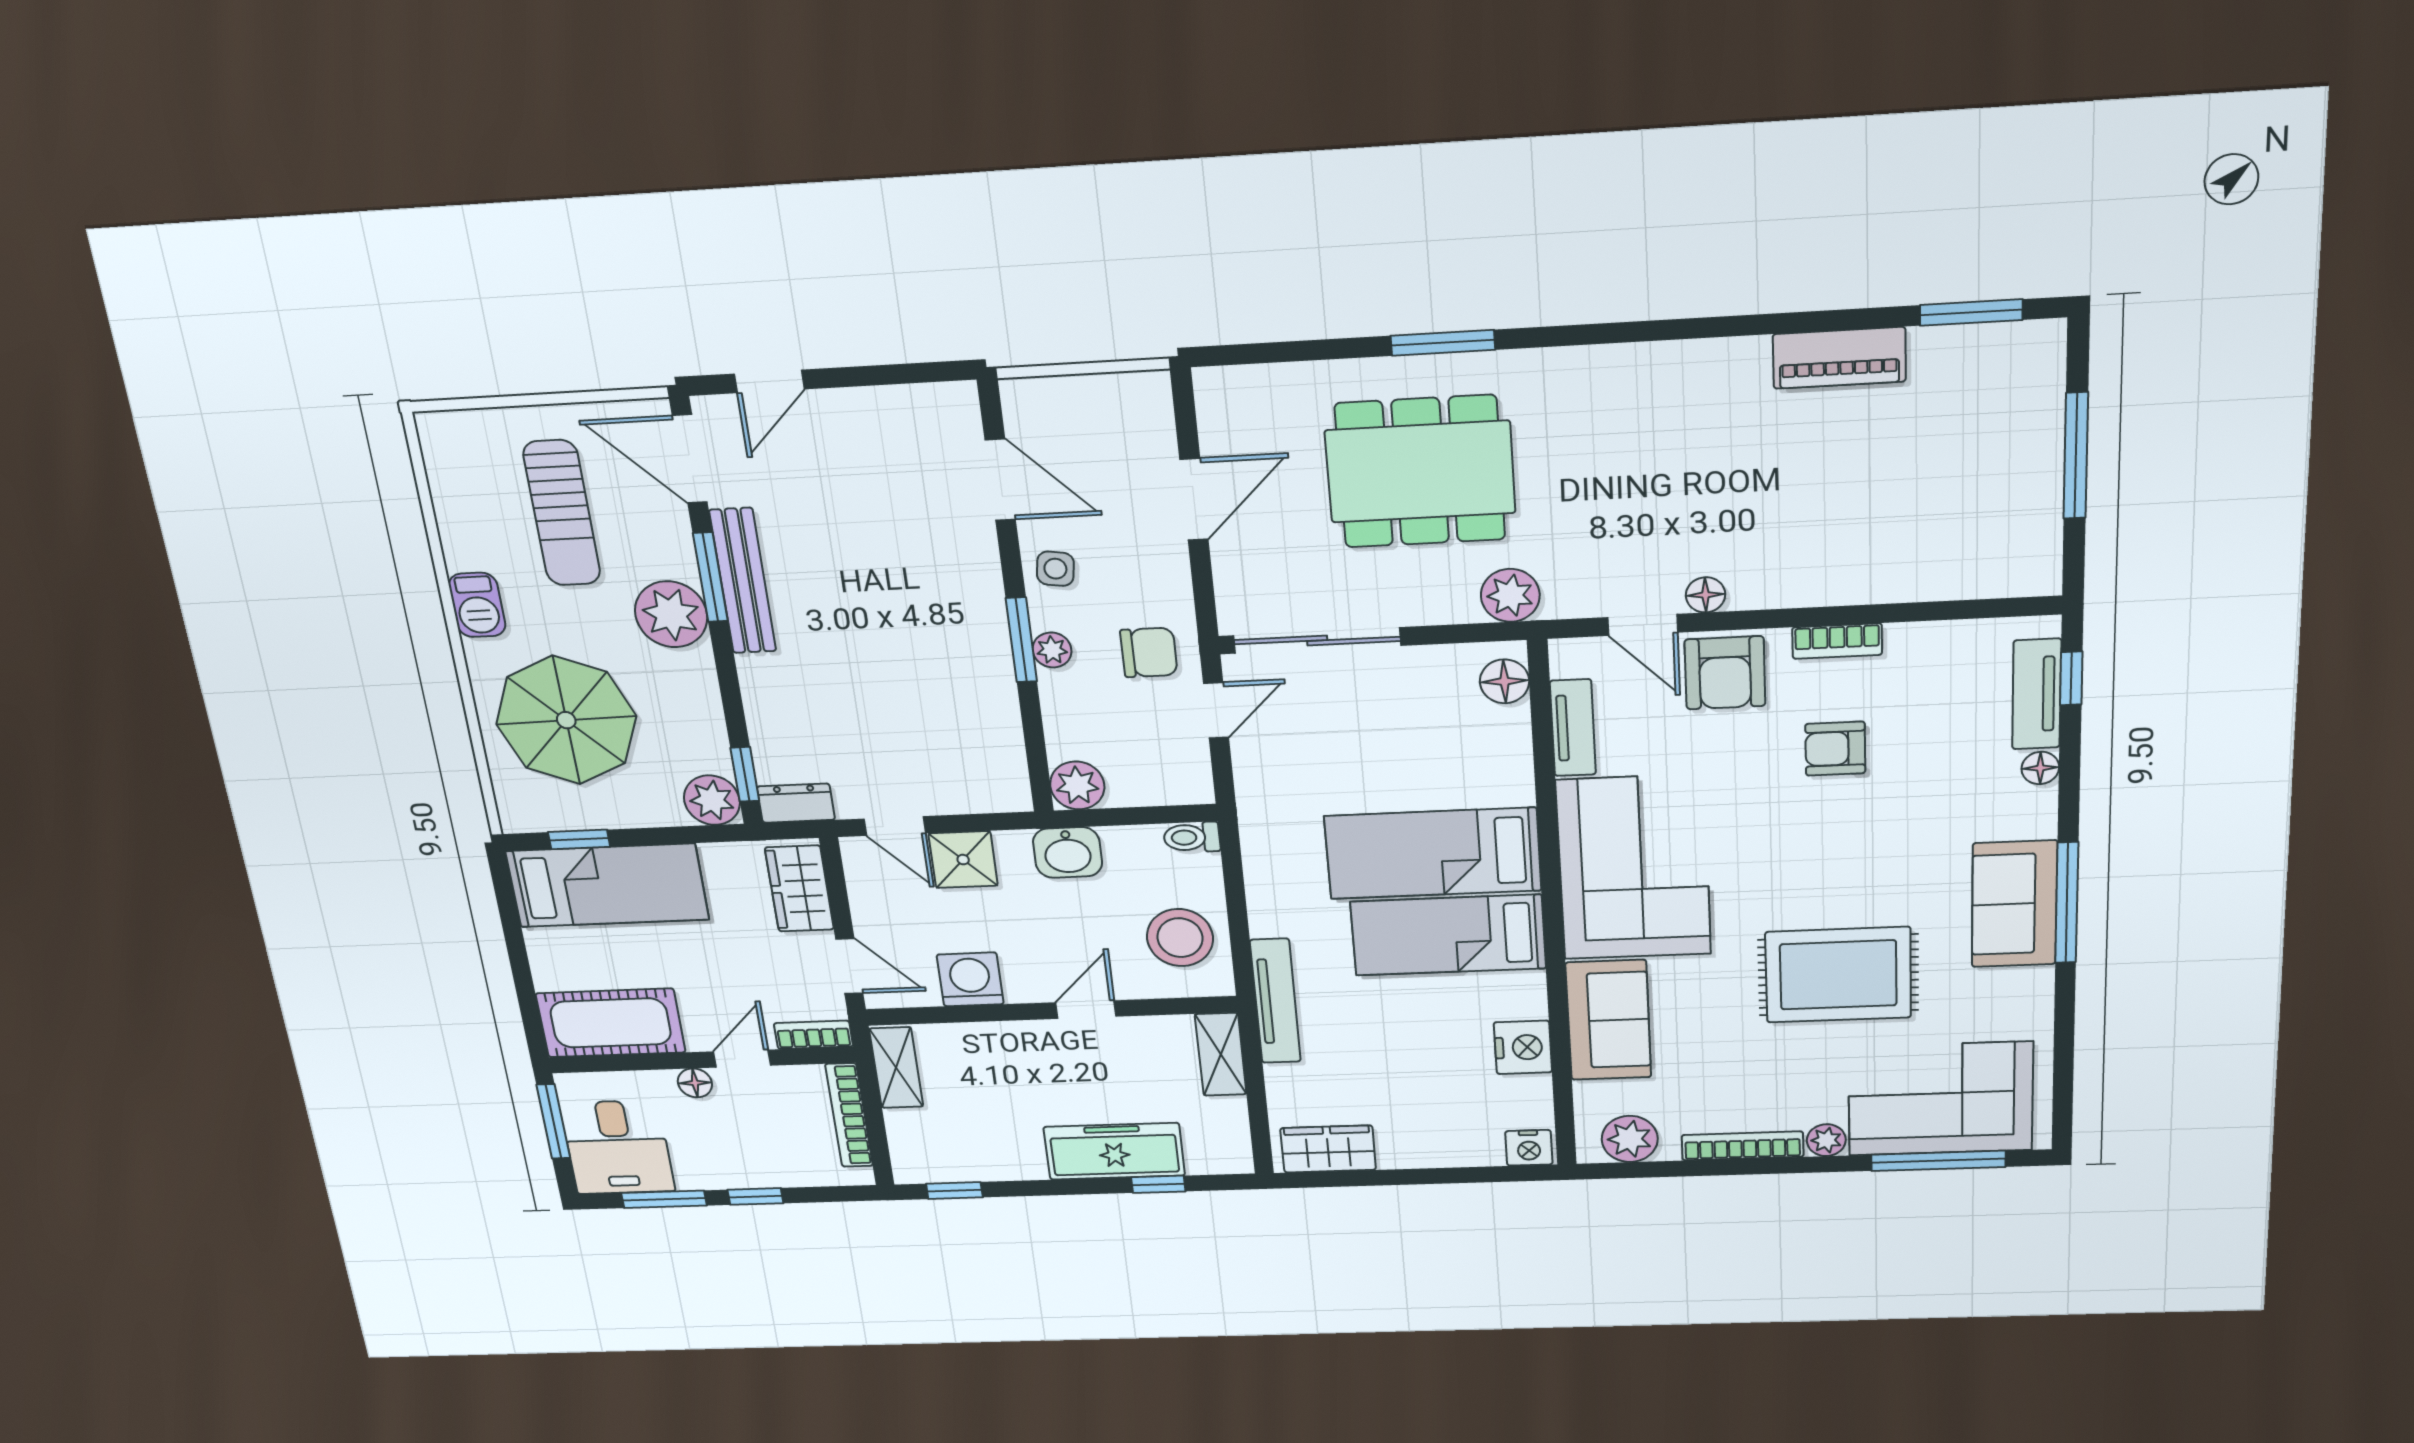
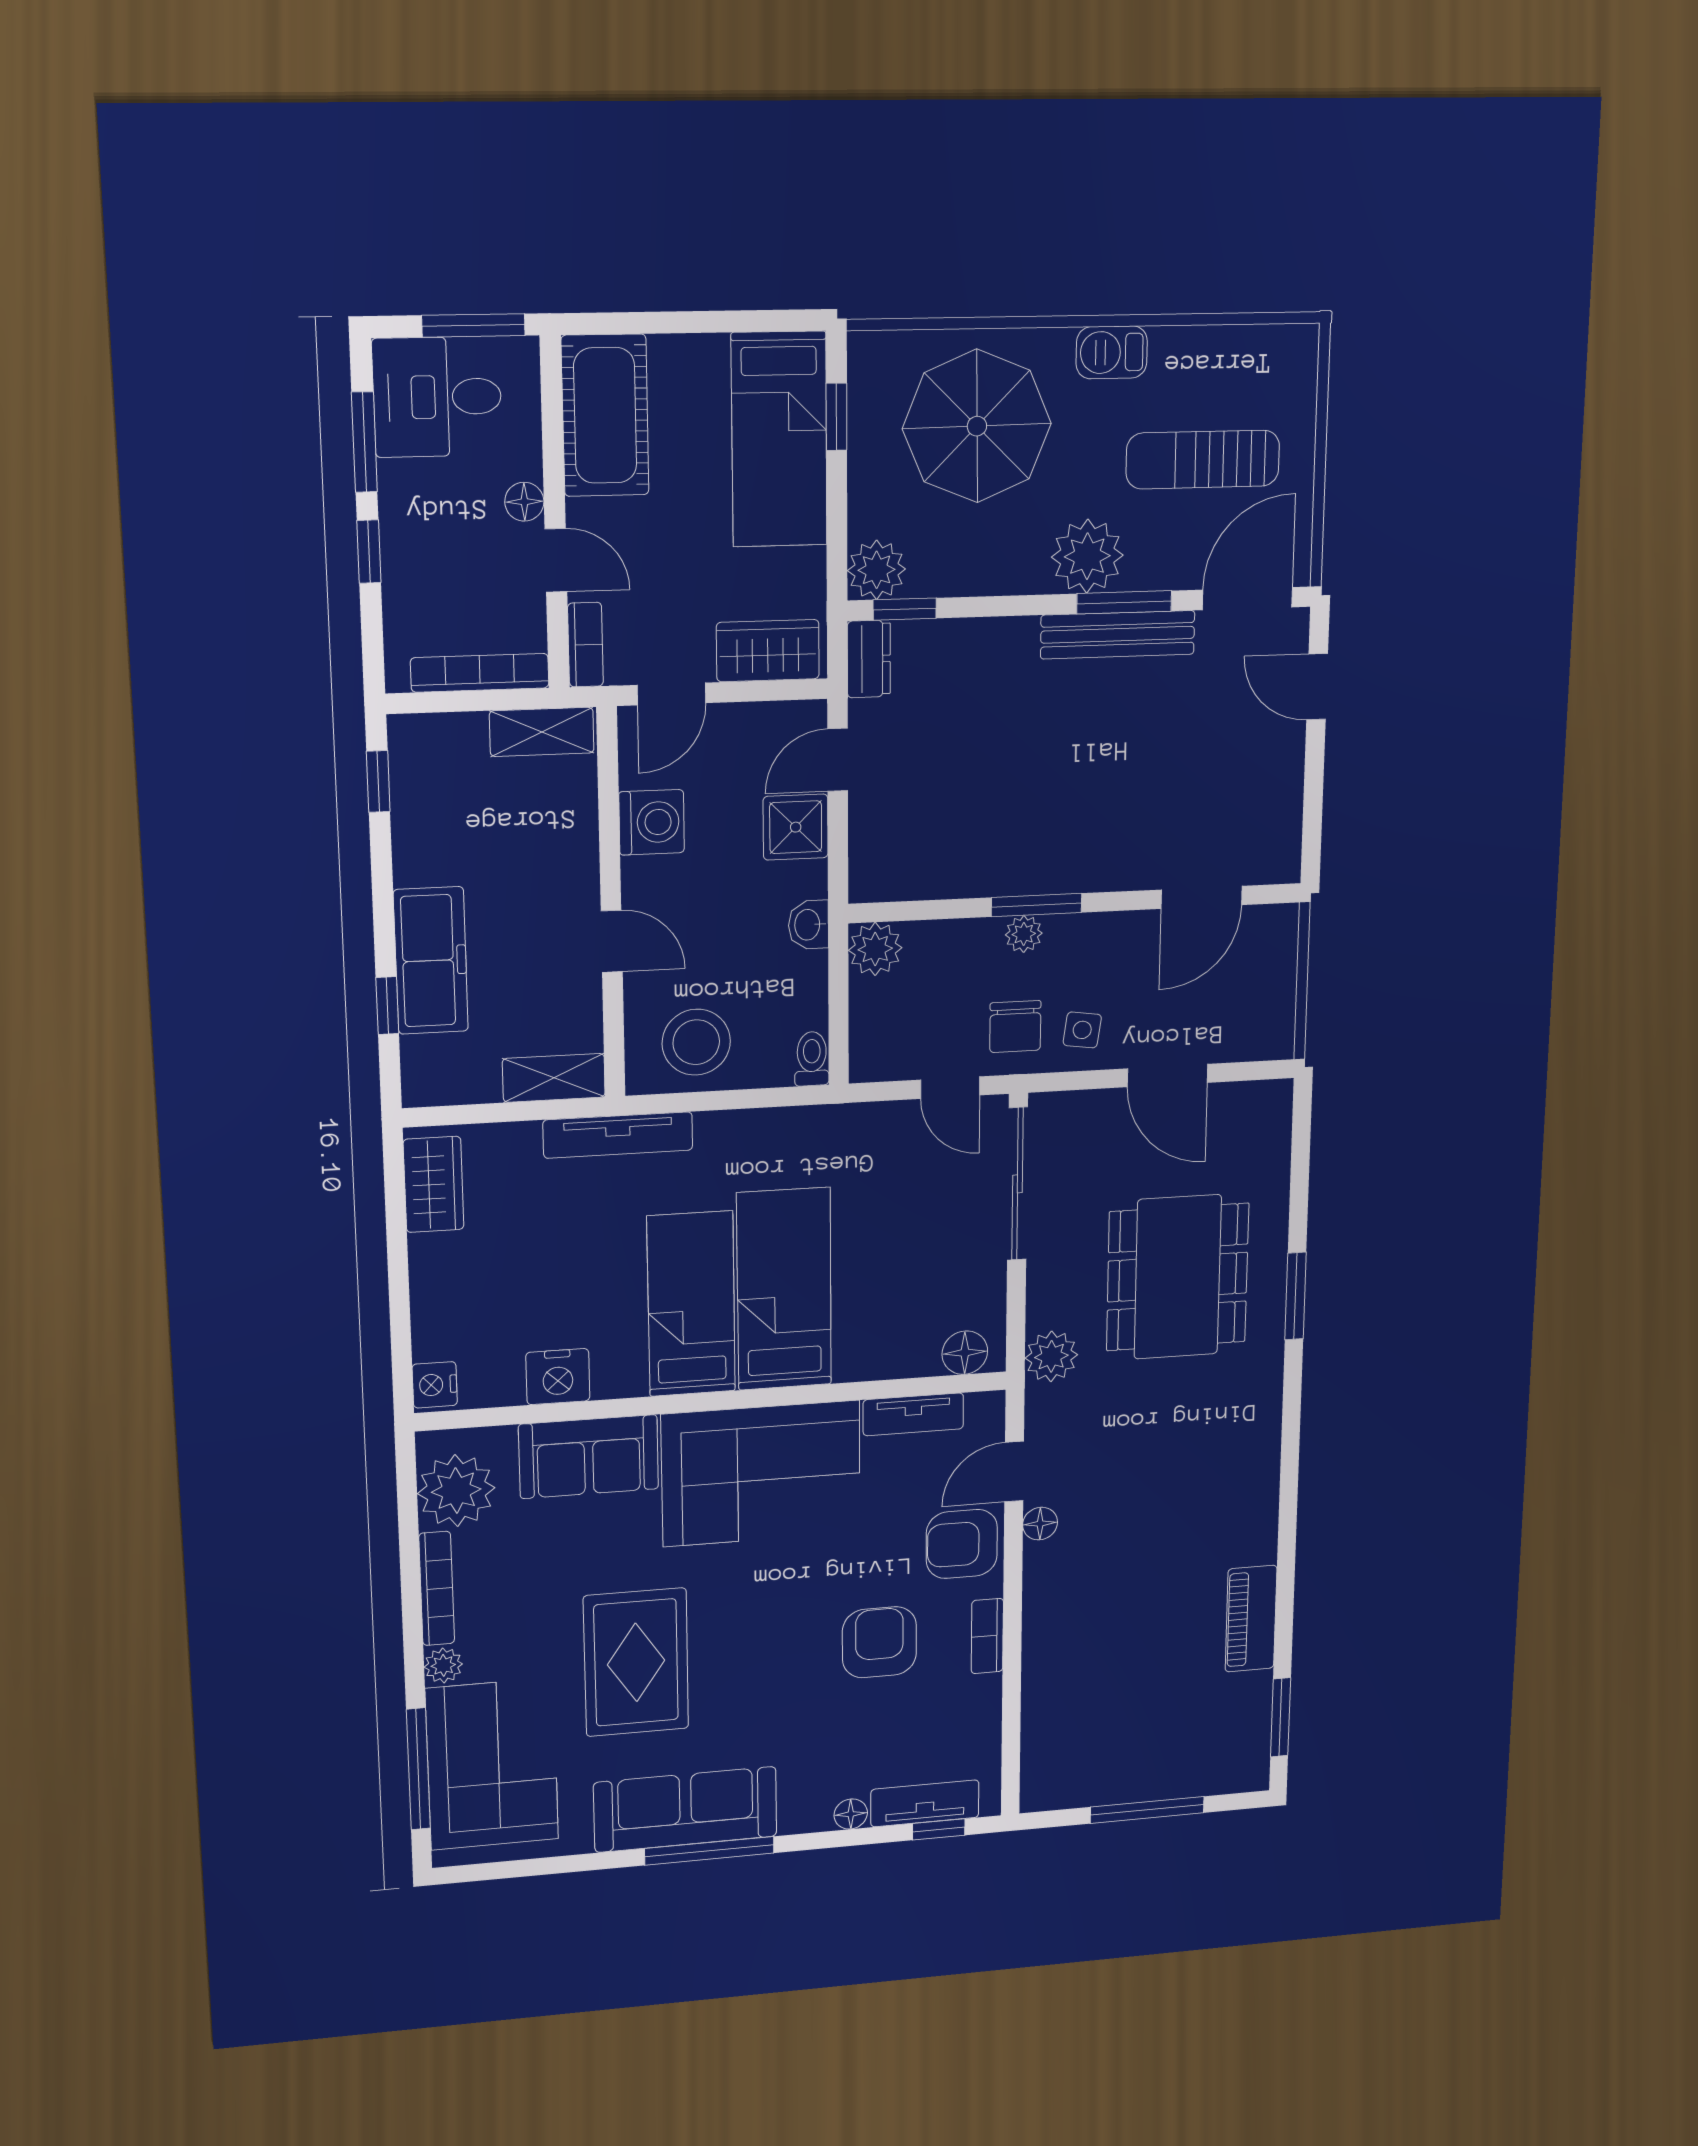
side table: (1055, 569) -> (1082, 1030), moved
armchair: (1835, 749) -> (879, 1642), width x1.38, depth x1.38
washbasin: (1068, 852) -> (808, 925), width x0.72, depth x0.69
sofa: (2014, 904) -> (686, 1809), width x1.36
plant: (1630, 1139) -> (456, 1491), width x1.36, depth x1.36

